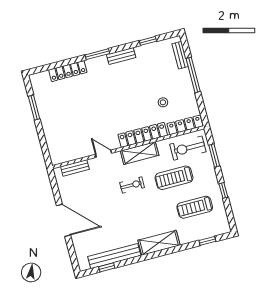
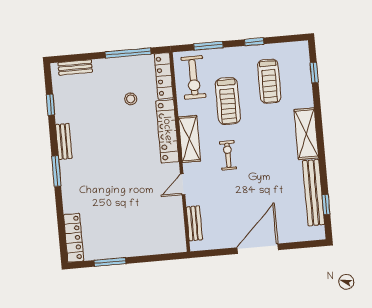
locker: (68, 71) -> (74, 238), moved
window: (193, 75) -> (128, 53), moved

